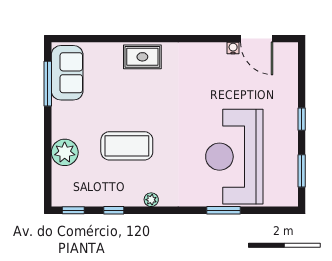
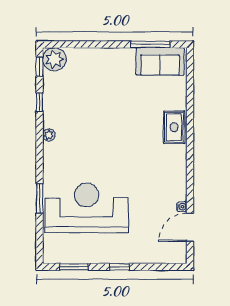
coffee table: (127, 146) -> (96, 114), removed
plant: (65, 152) -> (54, 59), moved

